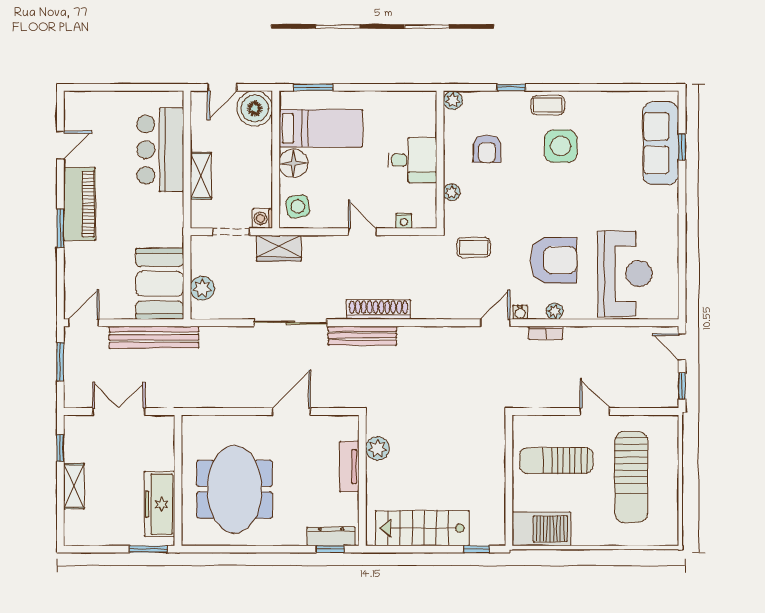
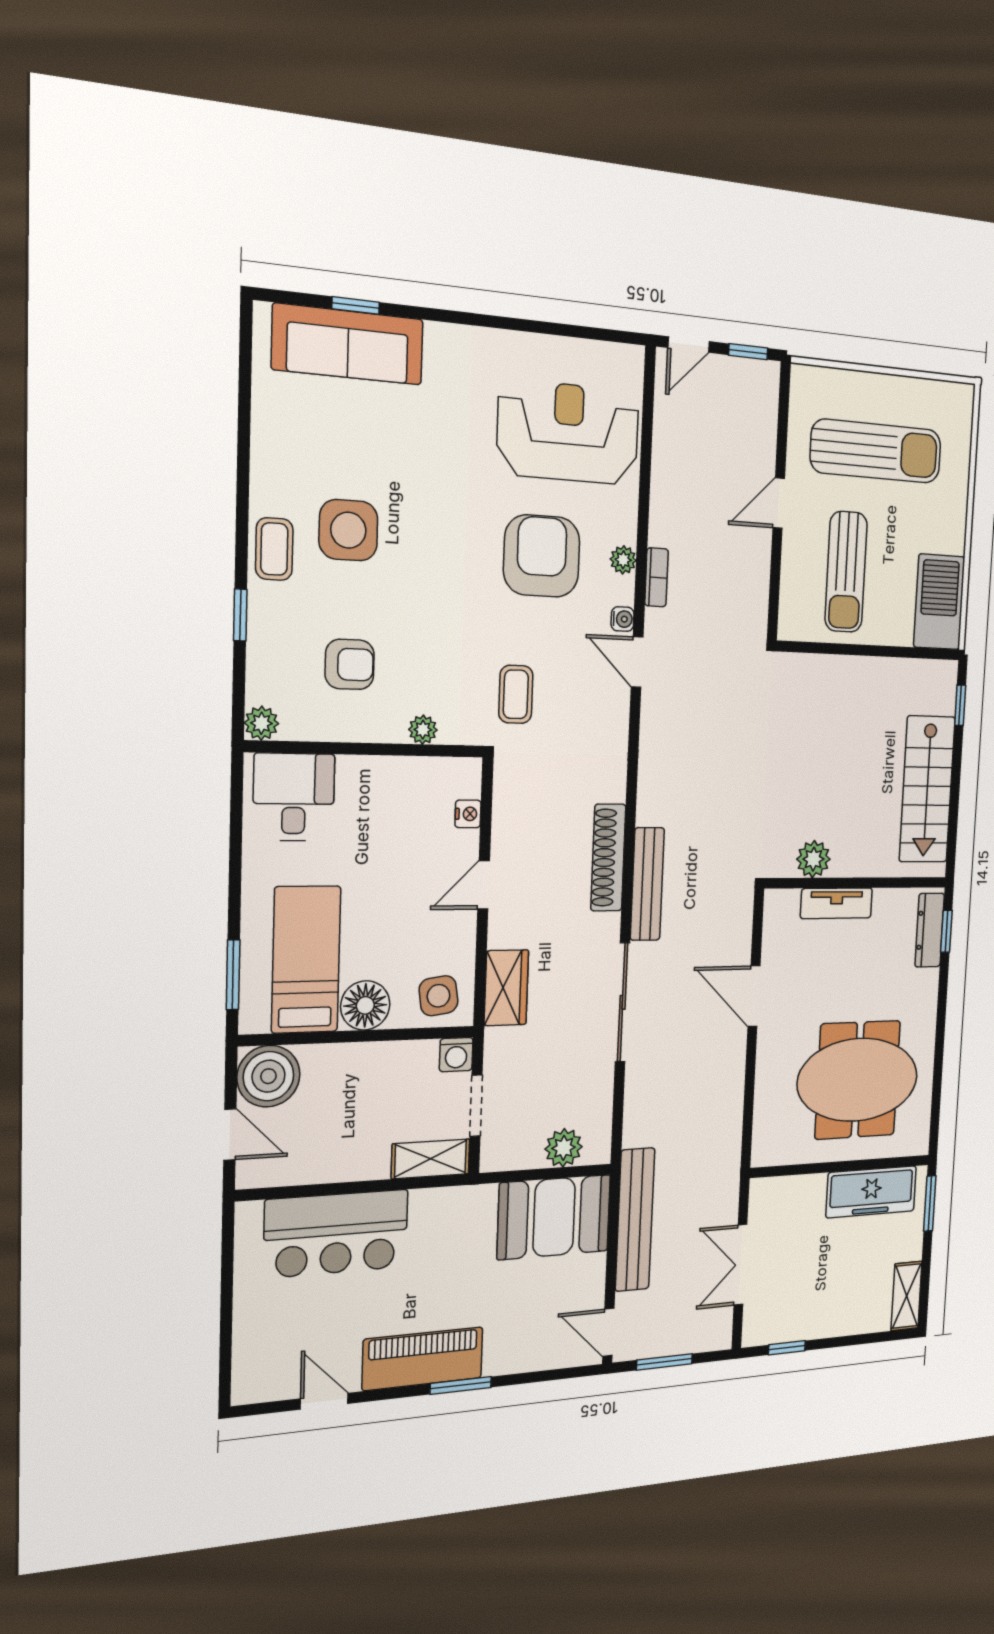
desk: (412, 160) -> (294, 797), moved
shelving: (201, 176) -> (431, 1159), moved
wardrobe: (279, 248) -> (506, 988), moved
shelving: (74, 486) -> (907, 1296), moved, turned 90

